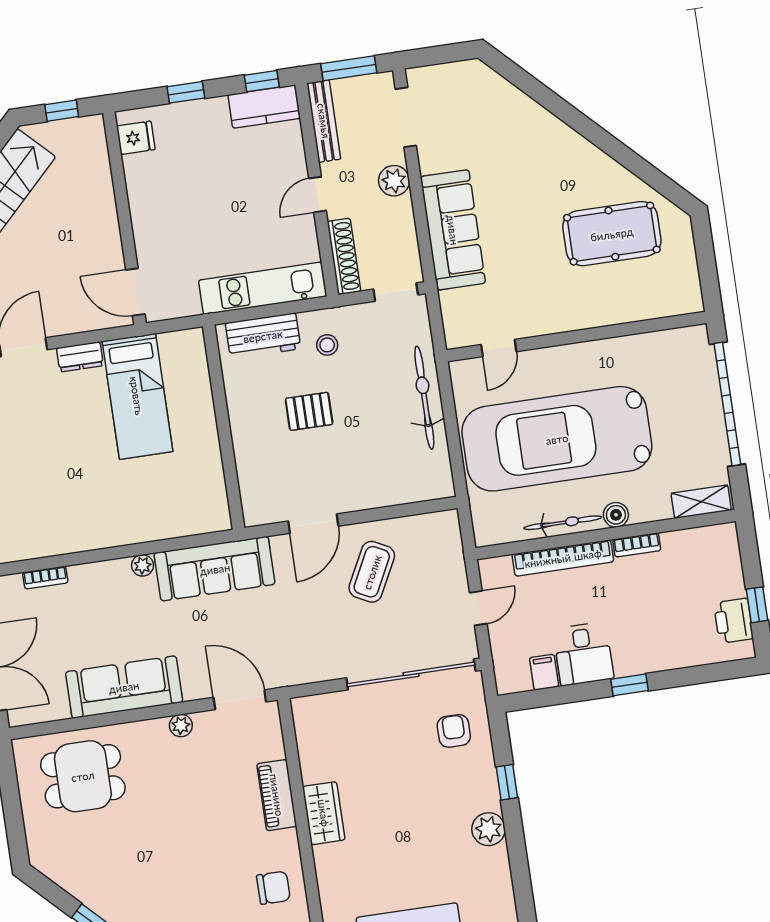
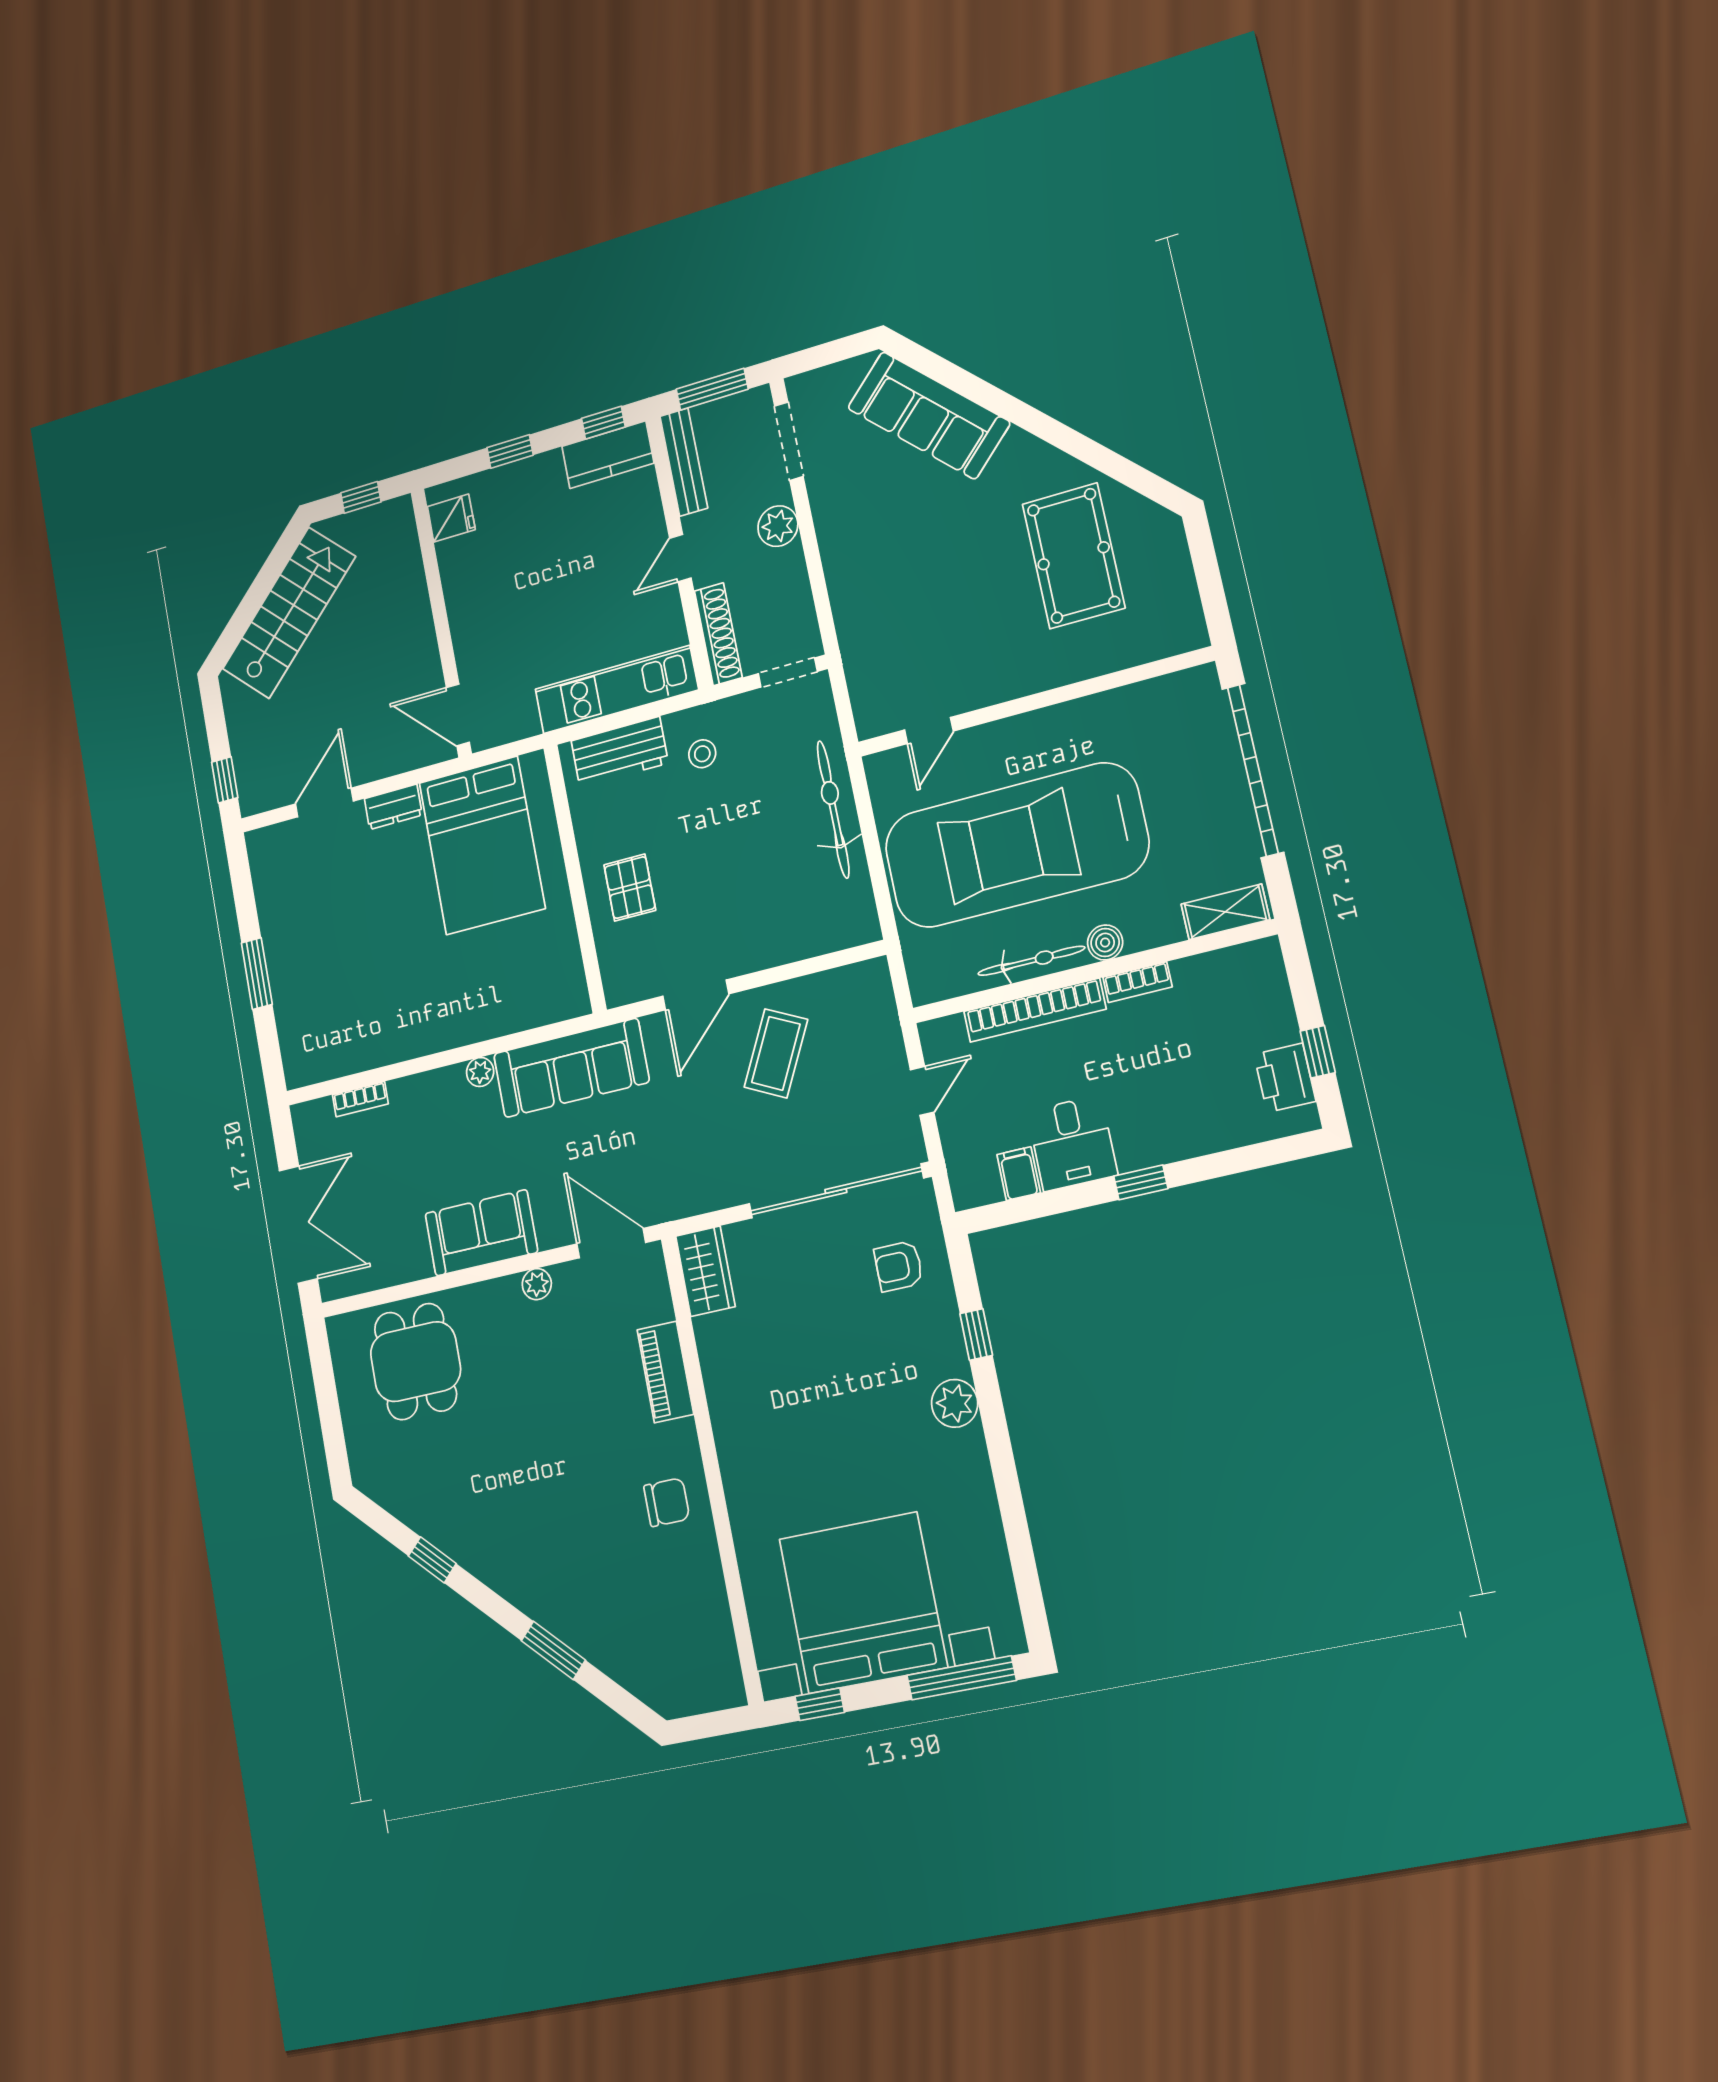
sofa: (453, 230) -> (929, 415), moved, turned 135
pool table: (612, 234) -> (1074, 556), turned 90
bed: (137, 396) -> (482, 845), width x1.50
pallet: (309, 411) -> (630, 888), moved, turned 90
sofa: (124, 687) -> (481, 1233), width x0.73
armchair: (454, 731) -> (899, 1266), turned -90
dining table: (83, 776) -> (415, 1362), turned 90
wardrobe: (324, 813) -> (705, 1271), moved

